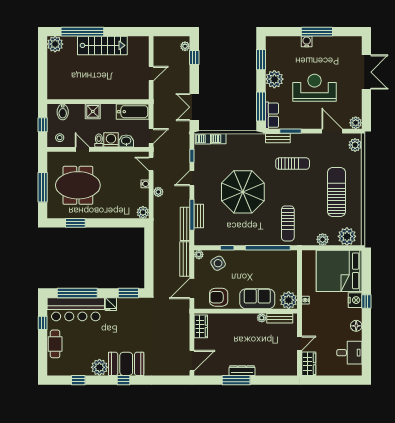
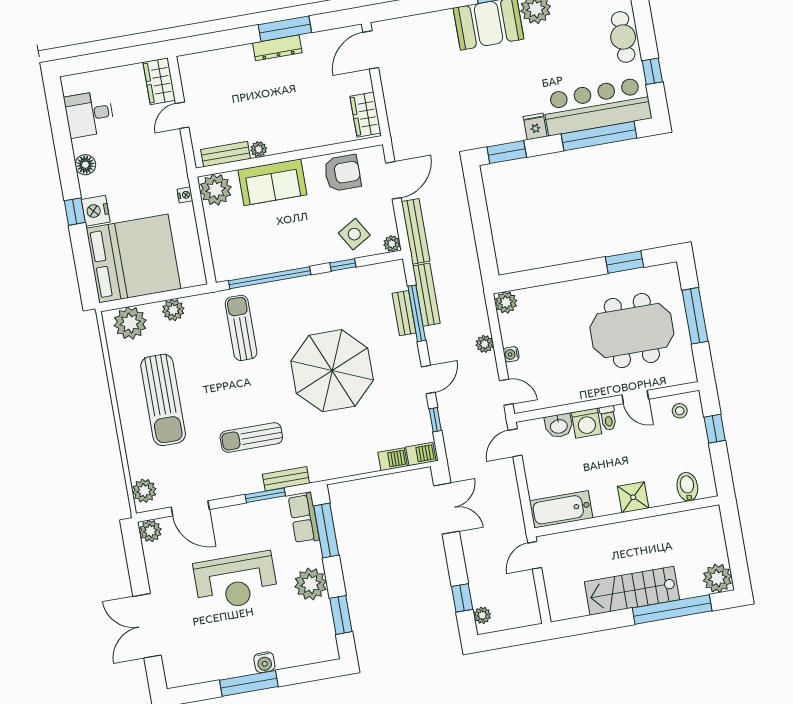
wall: (98, 102) -> (627, 516), moved
shower: (93, 111) -> (633, 497), moved
bidet: (63, 112) -> (687, 487), moved
bathtub: (133, 112) -> (561, 509), moved

